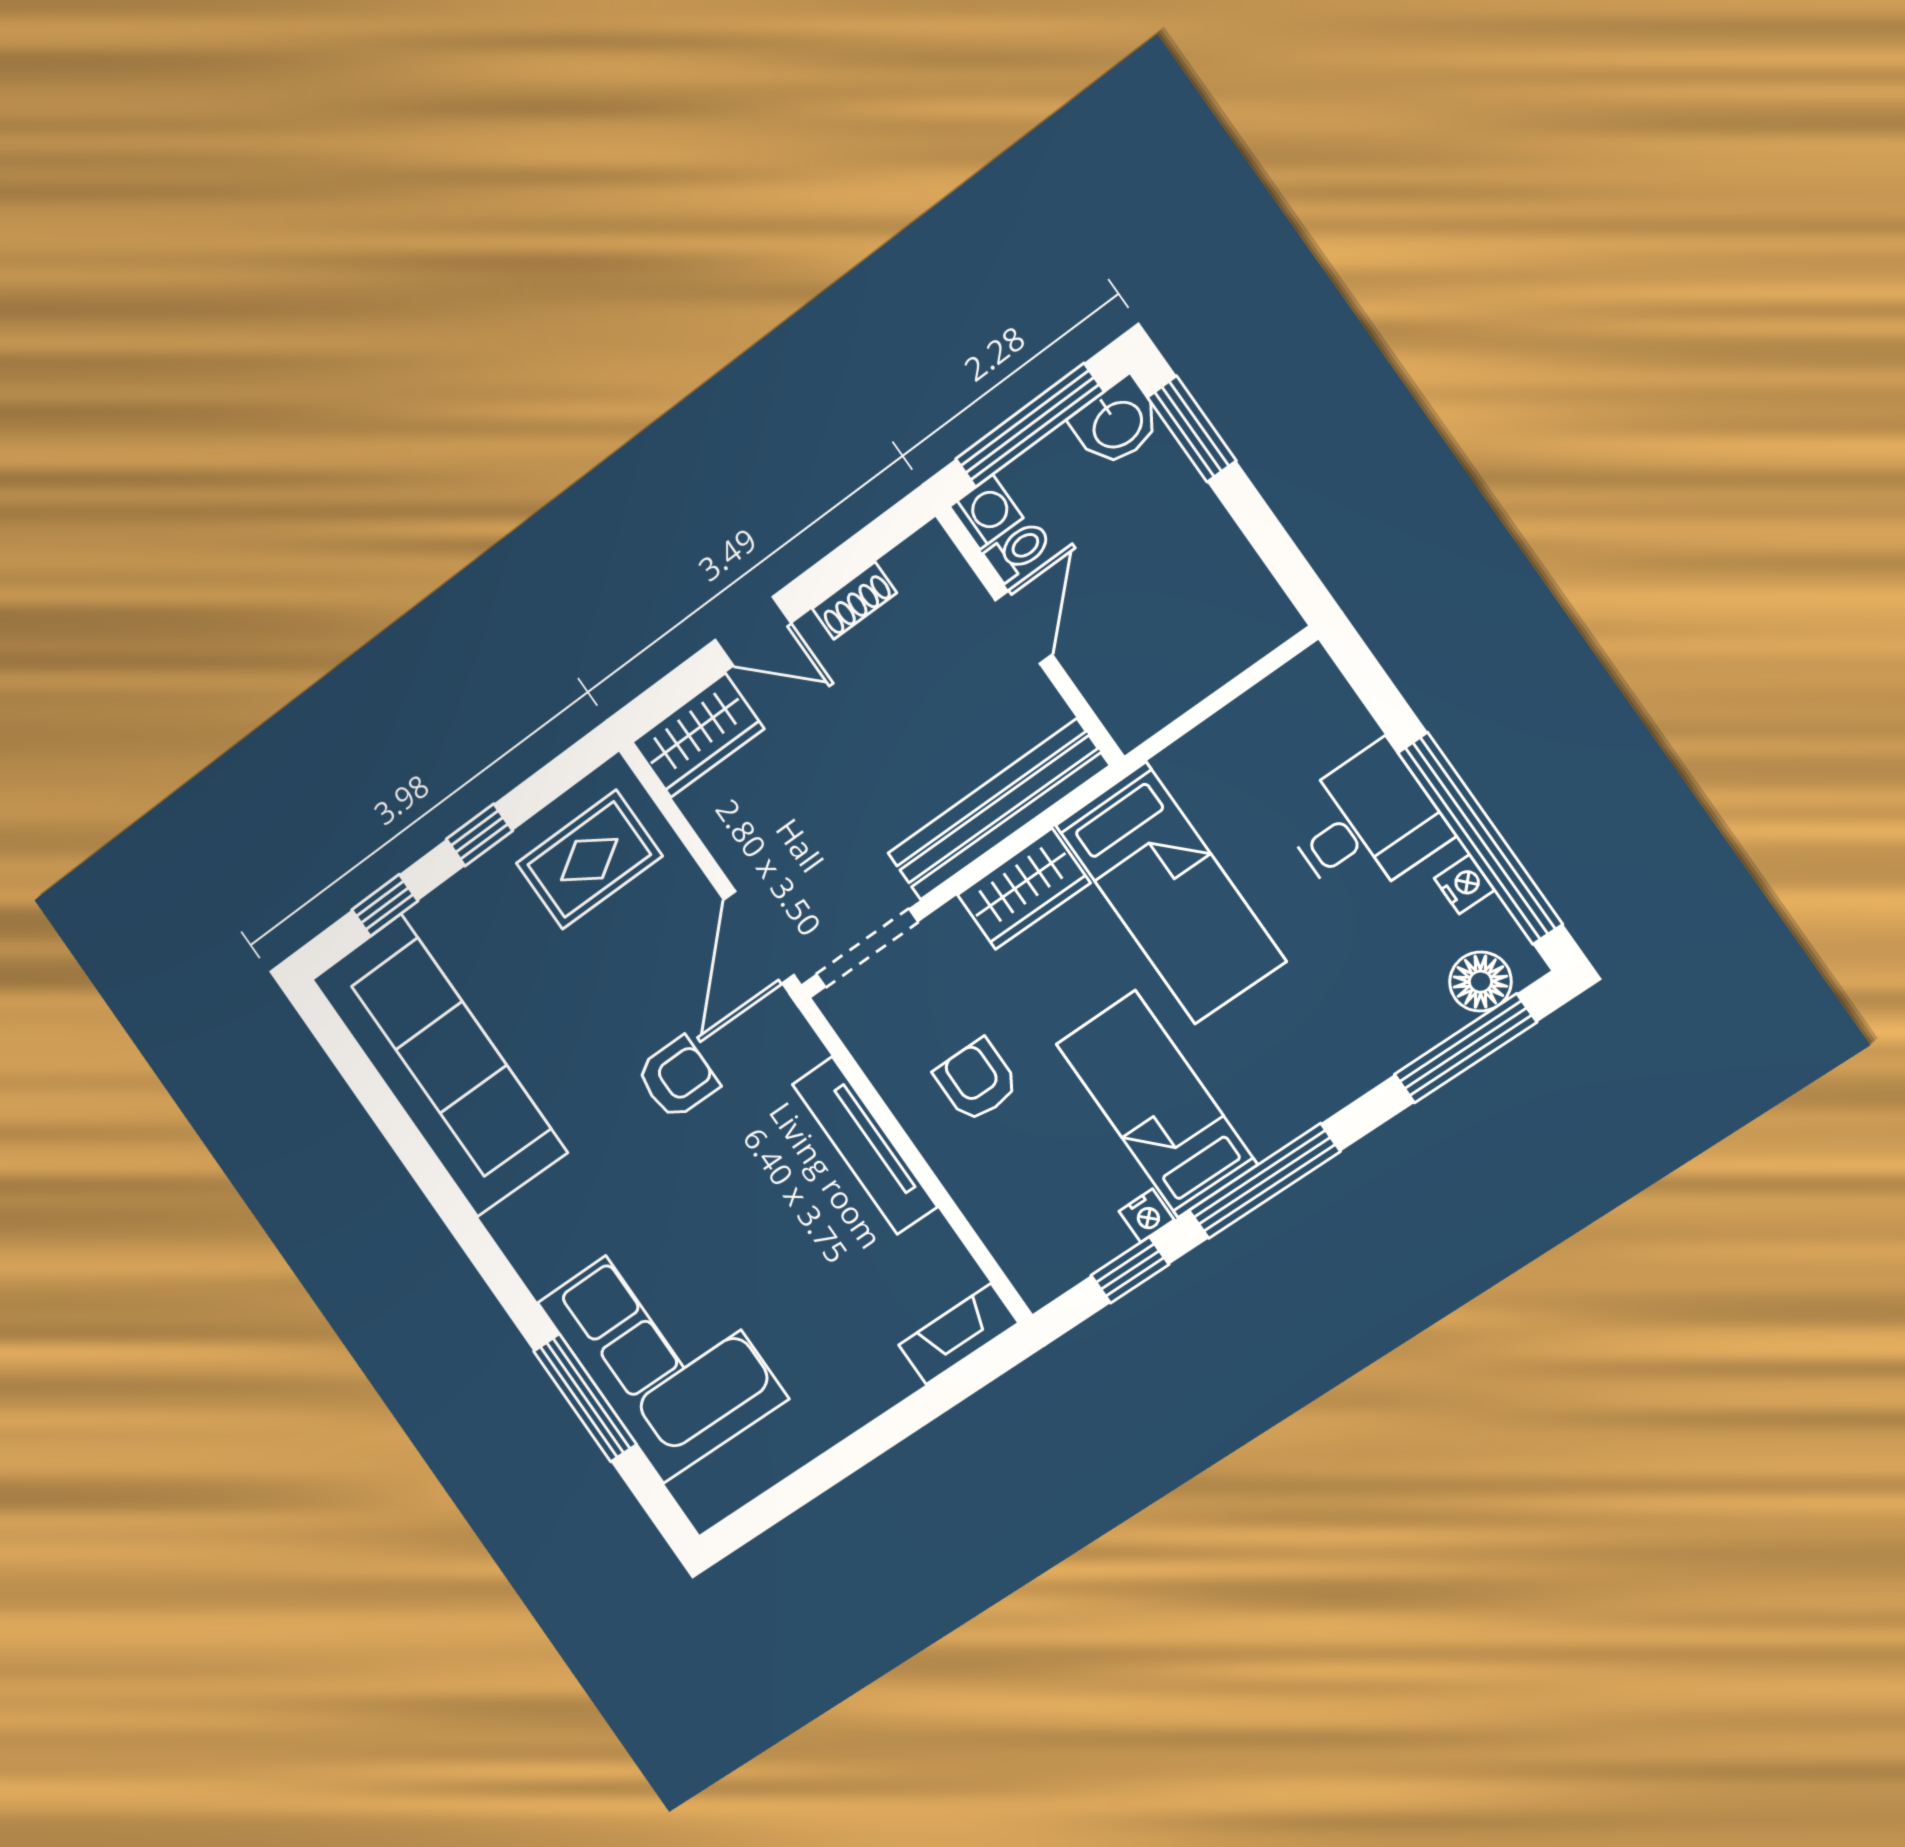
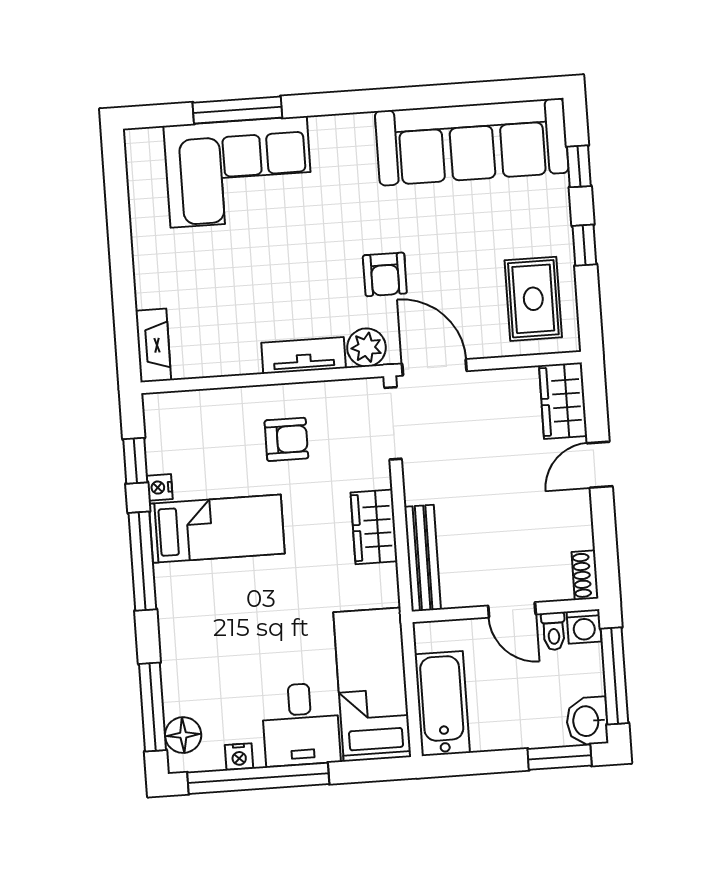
shoe rack: (854, 601) -> (585, 575), moved
bathtub: (1215, 643) -> (442, 704), added
bench: (998, 810) -> (423, 558), width x0.73, depth x0.82
bed: (1171, 893) -> (372, 685), moved, turned 90
plant: (788, 1045) -> (366, 347), added
tv unit: (865, 1146) -> (304, 355), width x0.71

